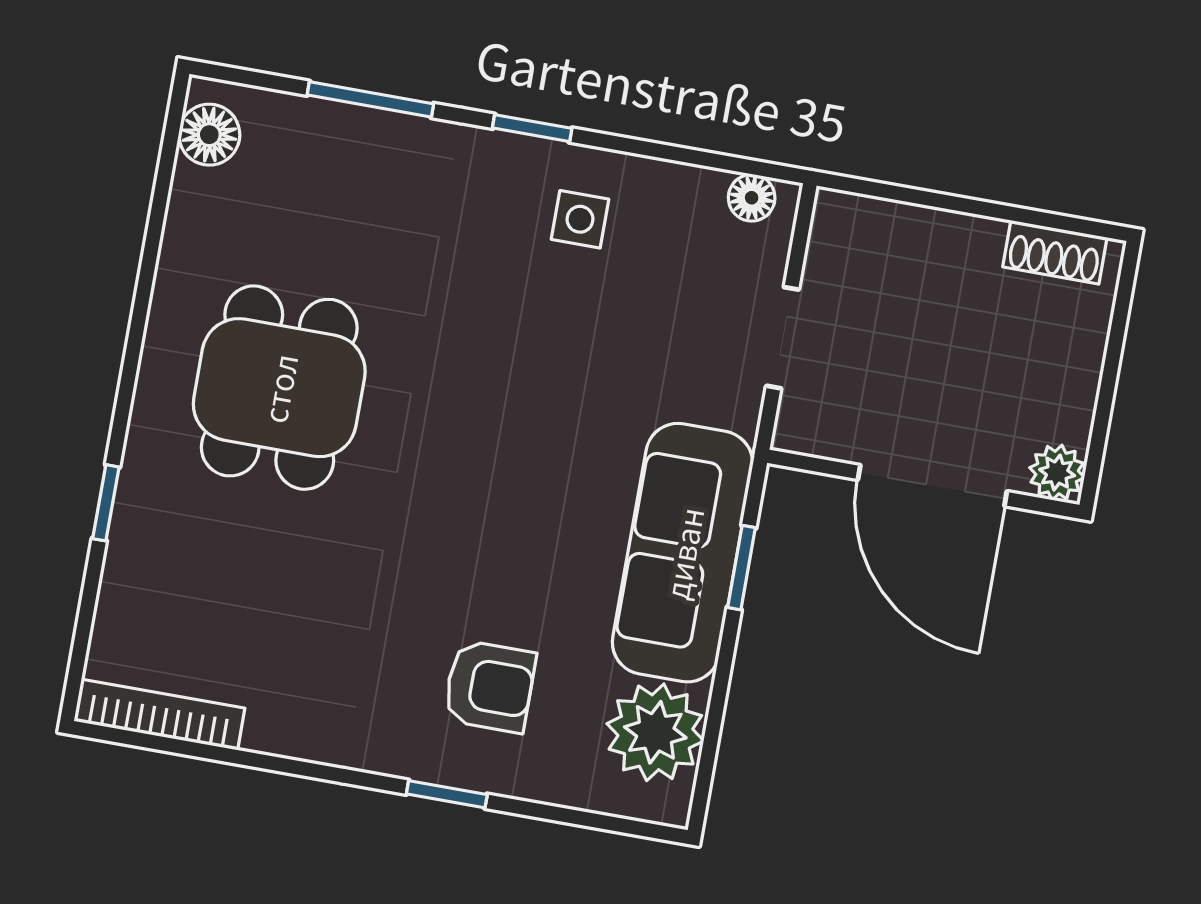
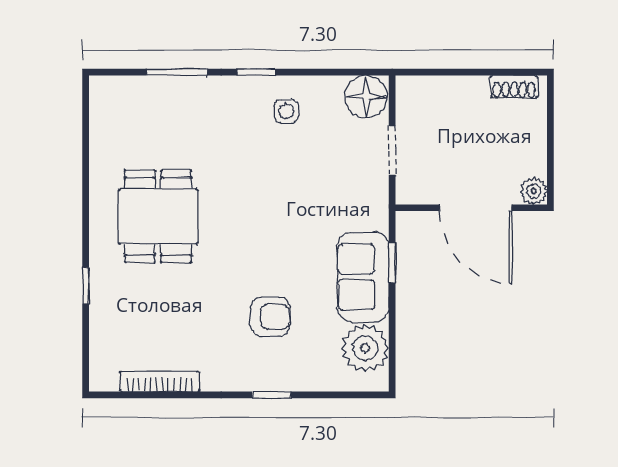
floor lamp: (209, 135) -> (104, 103), removed
floor lamp: (752, 198) -> (366, 97), width x1.89, depth x1.89
sofa: (683, 553) -> (363, 277), width x0.73
armchair: (490, 686) -> (270, 317), moved
bookcase: (159, 715) -> (160, 381), moved

